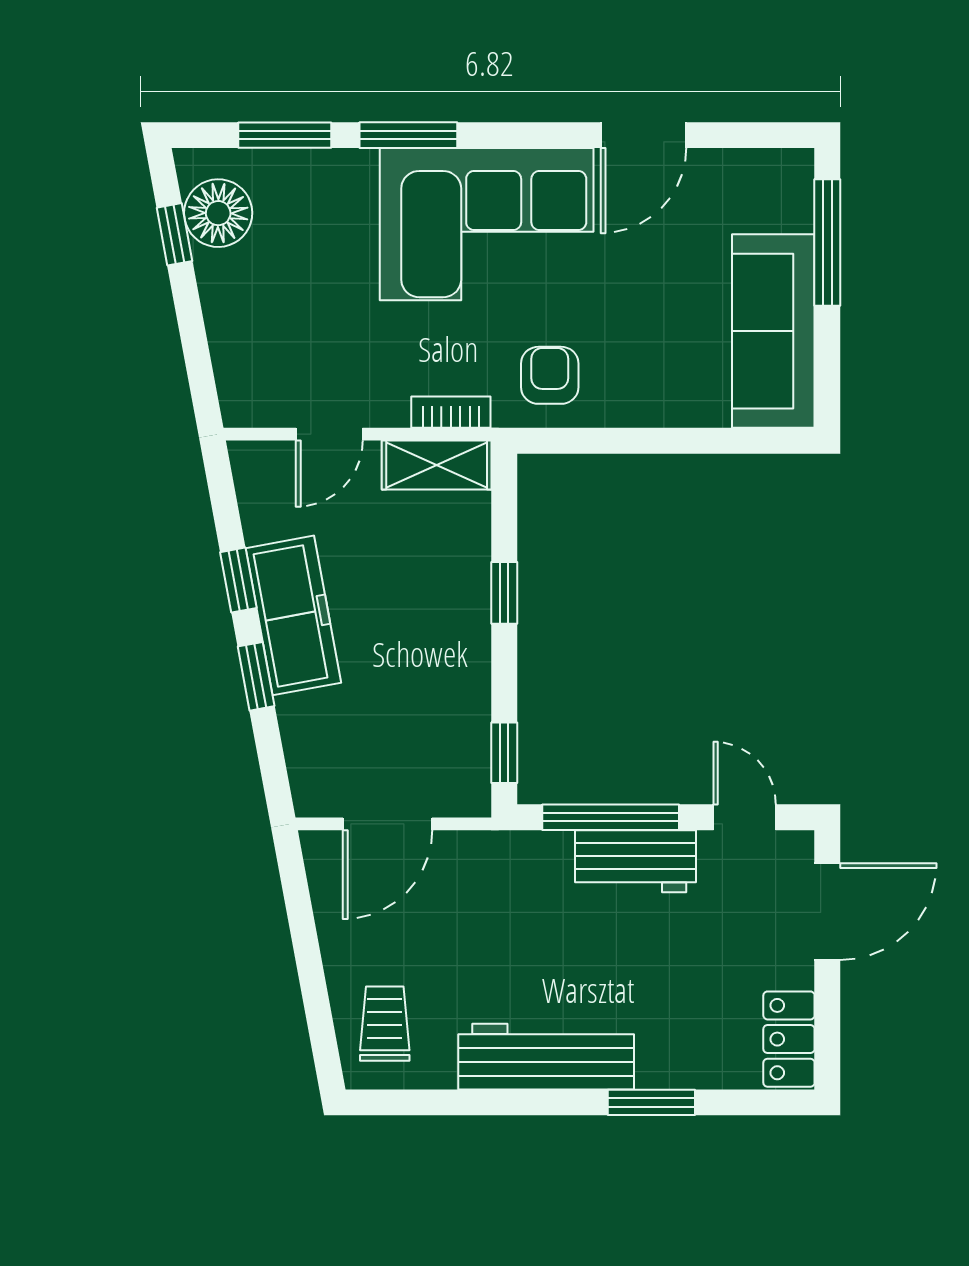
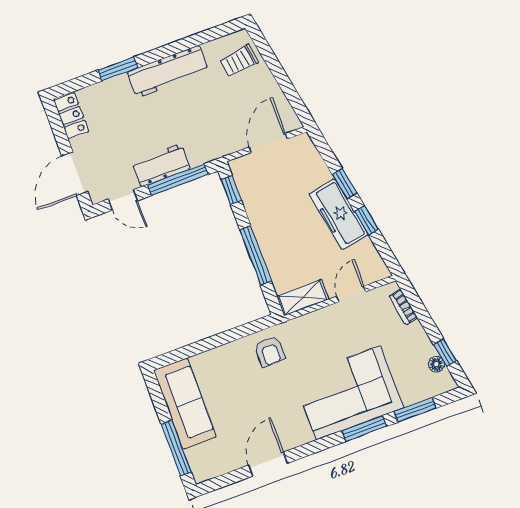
floor lamp: (218, 213) -> (436, 364), width x0.53, depth x0.53
corner sofa: (487, 224) -> (348, 393), moved
bookcase: (451, 412) -> (403, 307), moved, turned 80
window: (504, 593) -> (256, 255), width x2.17
trolley: (385, 1024) -> (239, 61), turned 82

